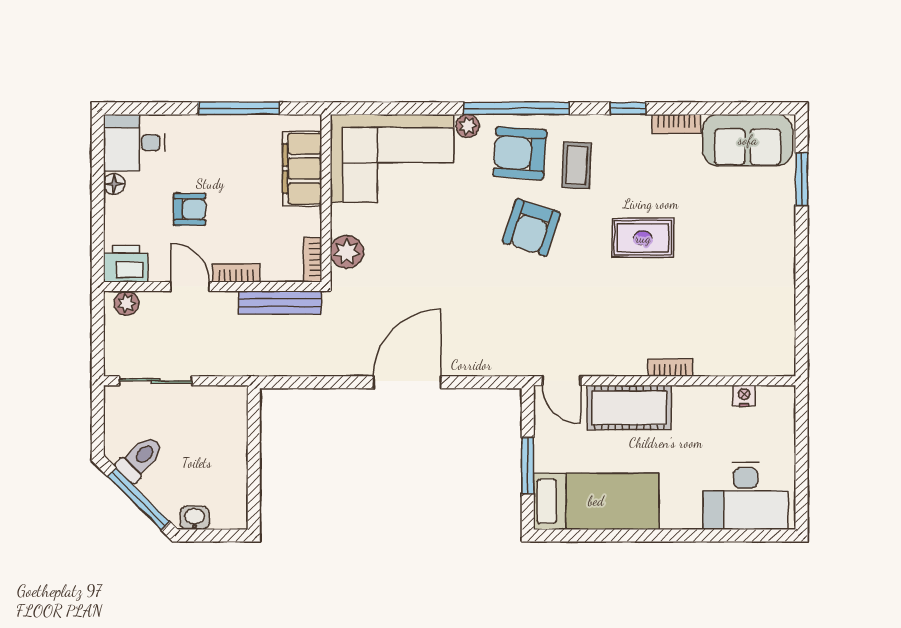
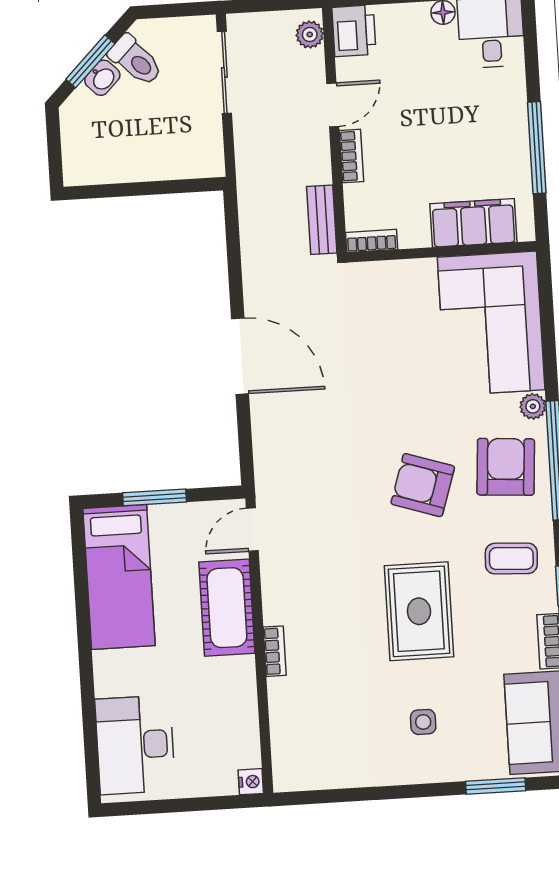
coffee table: (577, 165) -> (511, 558), moved
armchair: (190, 209) -> (420, 99), removed
rug: (643, 238) -> (419, 611), width x1.36, depth x1.43
side table: (741, 240) -> (423, 722), added
plant: (347, 252) -> (383, 279), removed
bench: (280, 303) -> (322, 220), width x0.73
nightstand: (744, 396) -> (251, 782), moved
window: (138, 499) -> (90, 61), width x0.69
washbasin: (195, 518) -> (102, 78), moved, turned 45

